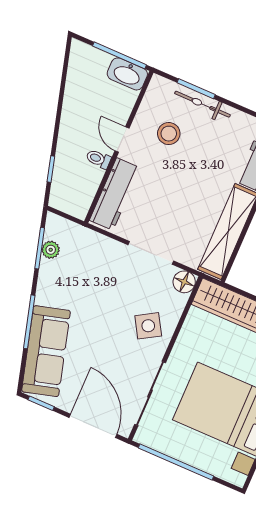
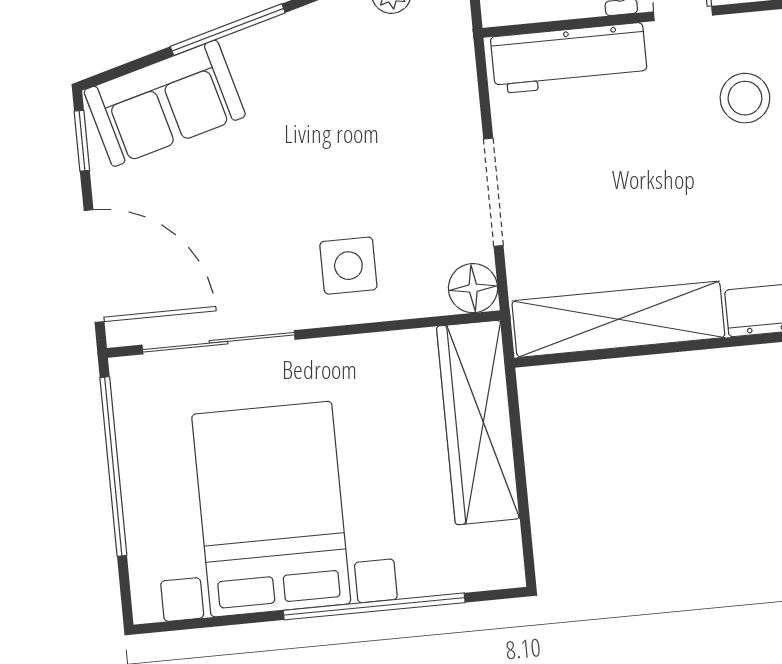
side table: (148, 326) -> (348, 266), turned 31
sofa: (46, 351) -> (165, 103), width x0.73
door: (93, 426) -> (94, 266), hinge flipped

